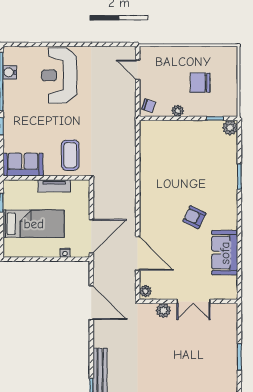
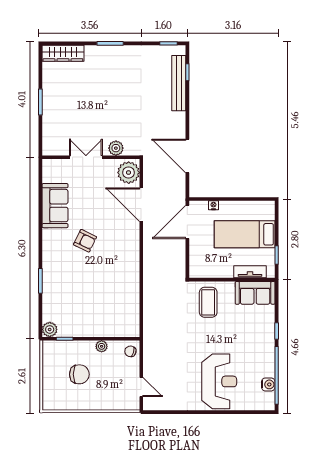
tv unit: (54, 186) -> (250, 272), moved
plant: (145, 291) -> (129, 173), width x1.87, depth x1.87

